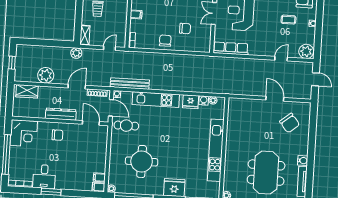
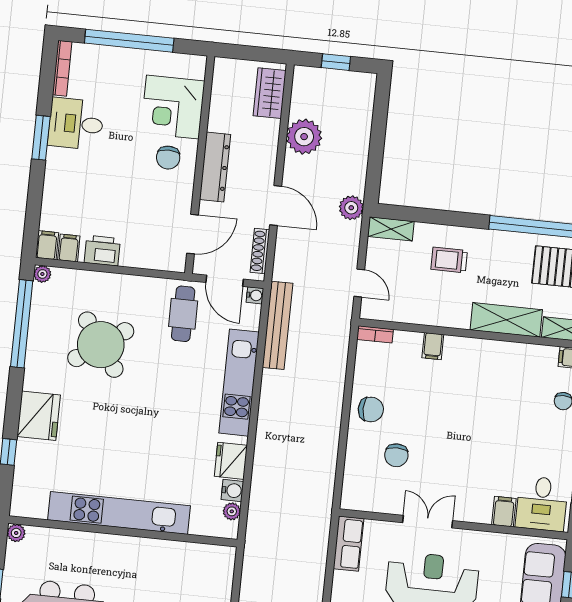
row of seats: (231, 48) -> (349, 544), width x0.68
door: (111, 108) -> (225, 281), hinge flipped
corner desk: (24, 133) -> (173, 107), moved
round table: (142, 161) -> (101, 345), turned -35
printer: (100, 163) -> (102, 251), added

